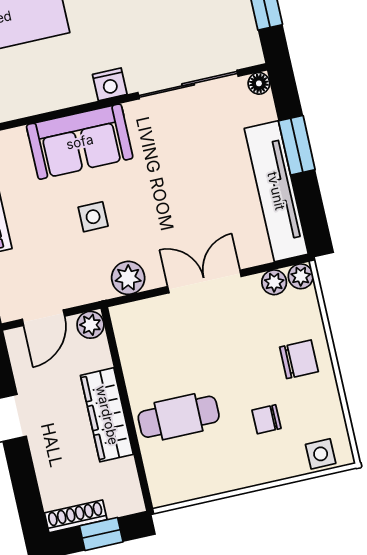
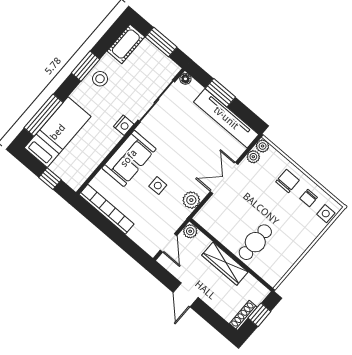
chair: (267, 419) -> (309, 198), moved

